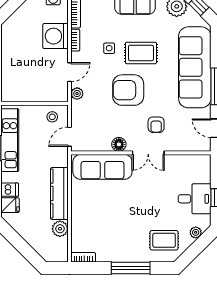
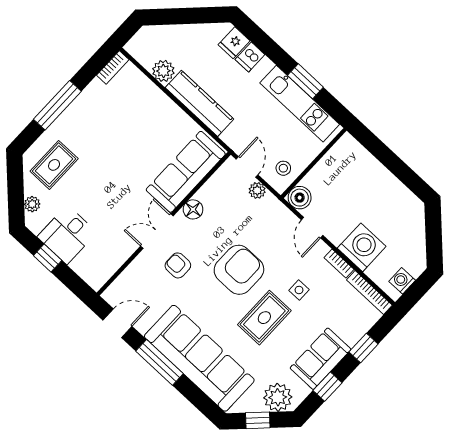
boiler: (60, 94) -> (300, 198), added
plant: (77, 94) -> (257, 190), moved

